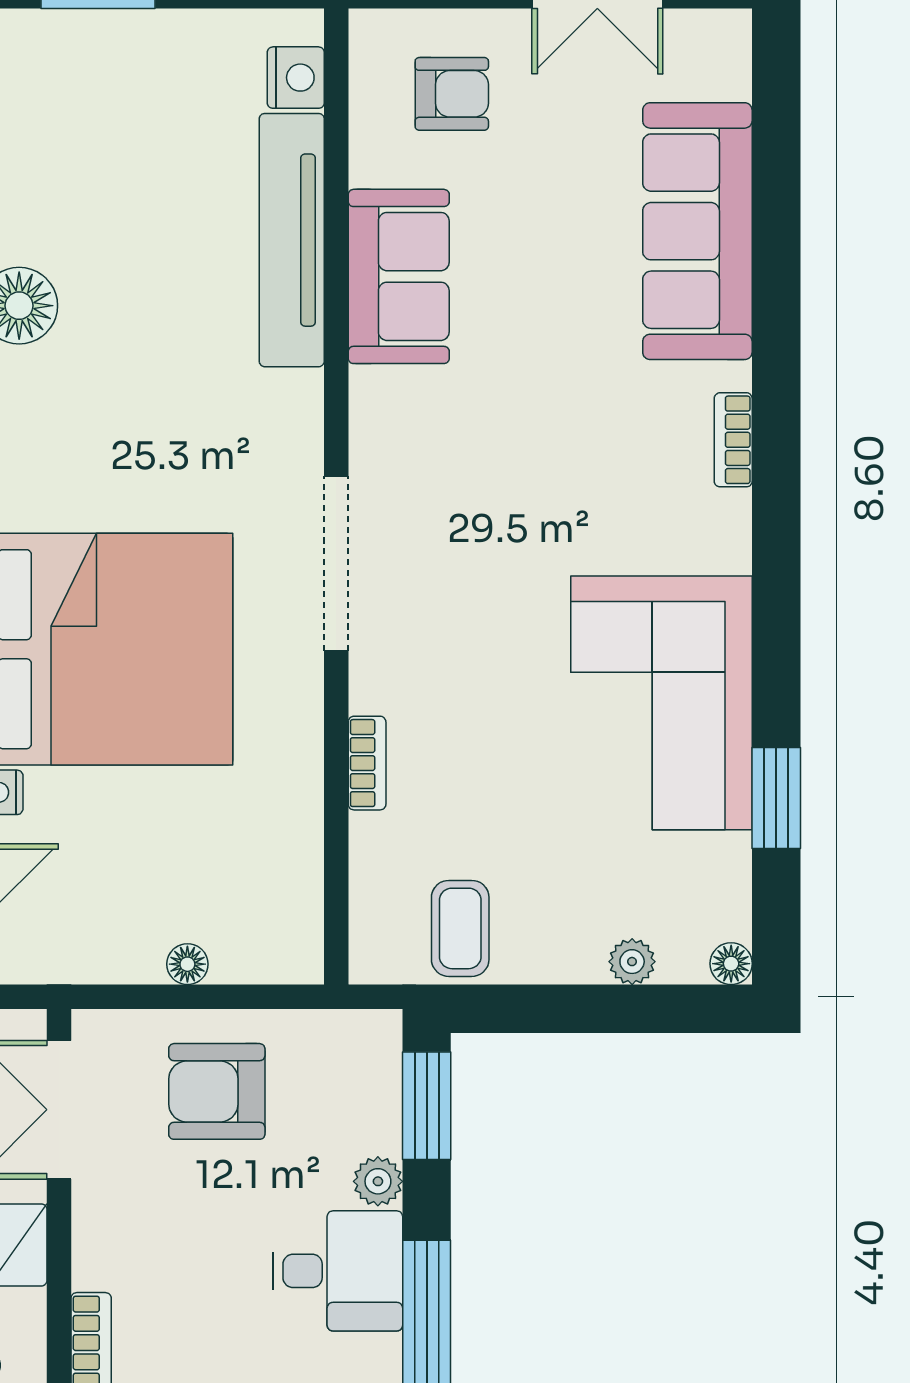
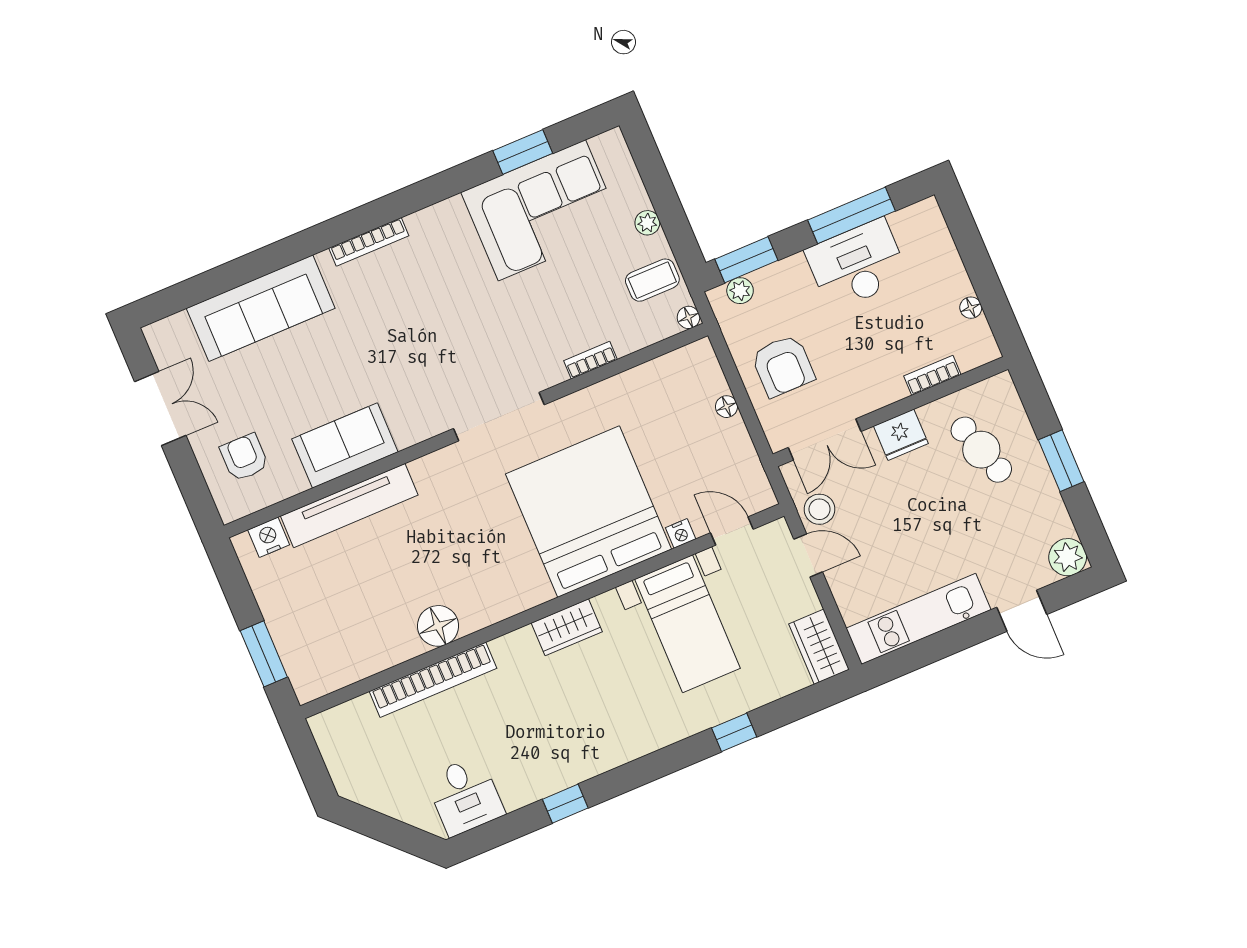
bookcase: (733, 440) -> (369, 242), width x1.56
corner sofa: (661, 703) -> (542, 210), moved
plant: (632, 962) -> (647, 223), moved
floor lamp: (731, 964) -> (689, 317), moved
plant: (378, 1181) -> (740, 291), moved
desk: (338, 1271) -> (857, 265), width x1.37

